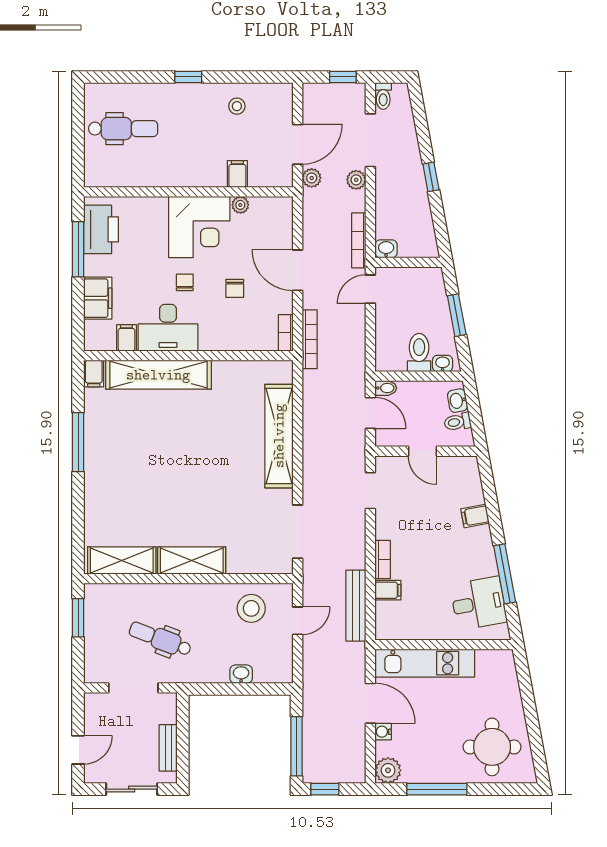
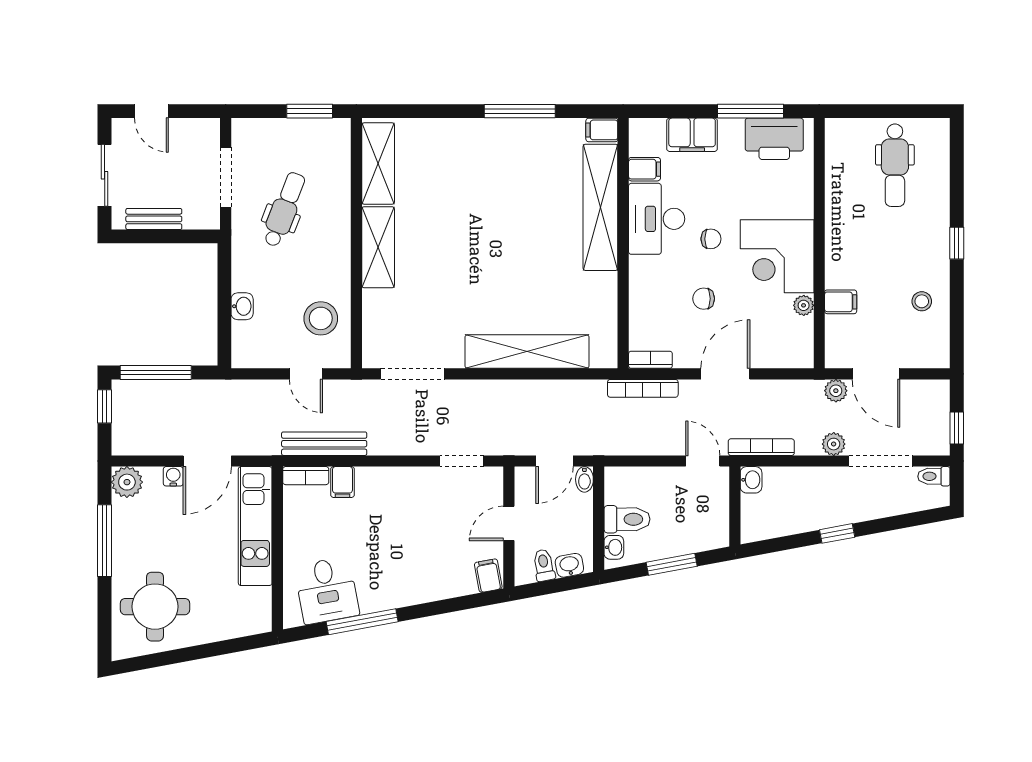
filing cabinet: (475, 516) -> (488, 576), moved
bookcase: (383, 560) -> (306, 476), moved

